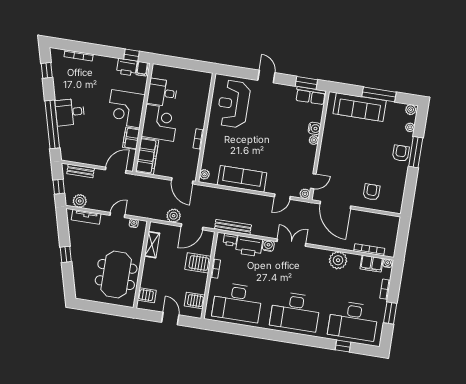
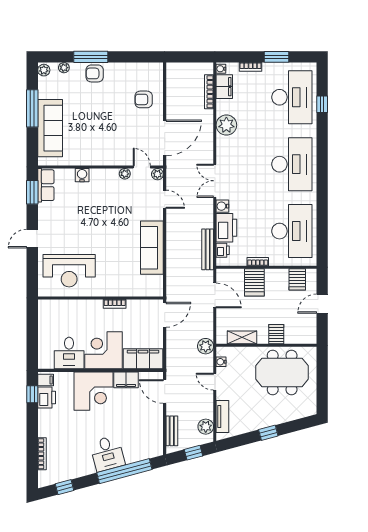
plant: (314, 140) -> (125, 174), moved
plant: (204, 174) -> (153, 291), removed
plant: (174, 216) -> (206, 346), moved
server rack: (147, 295) -> (276, 334), moved

